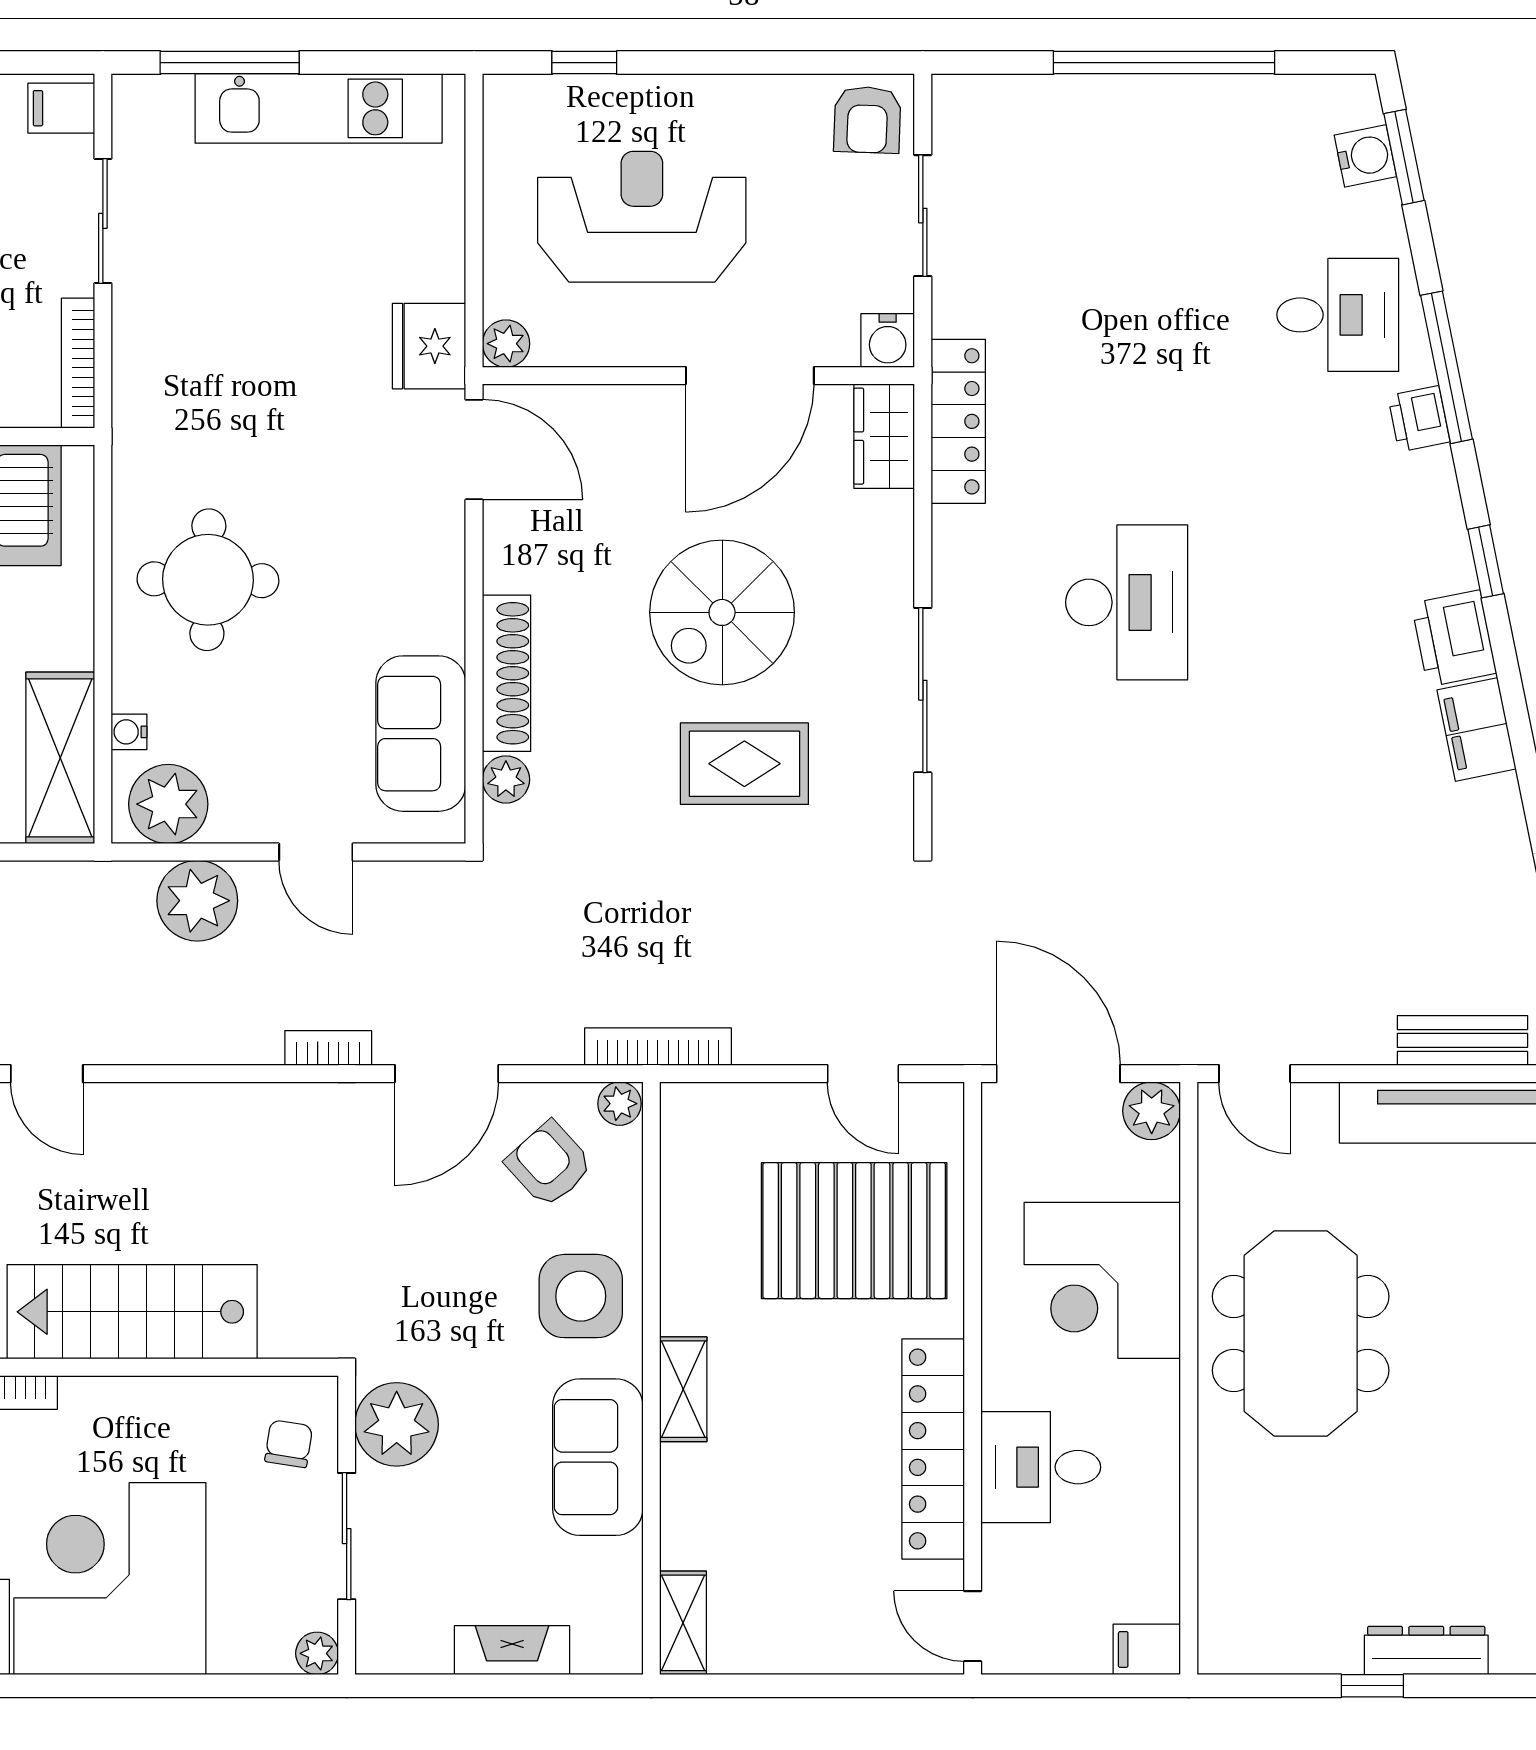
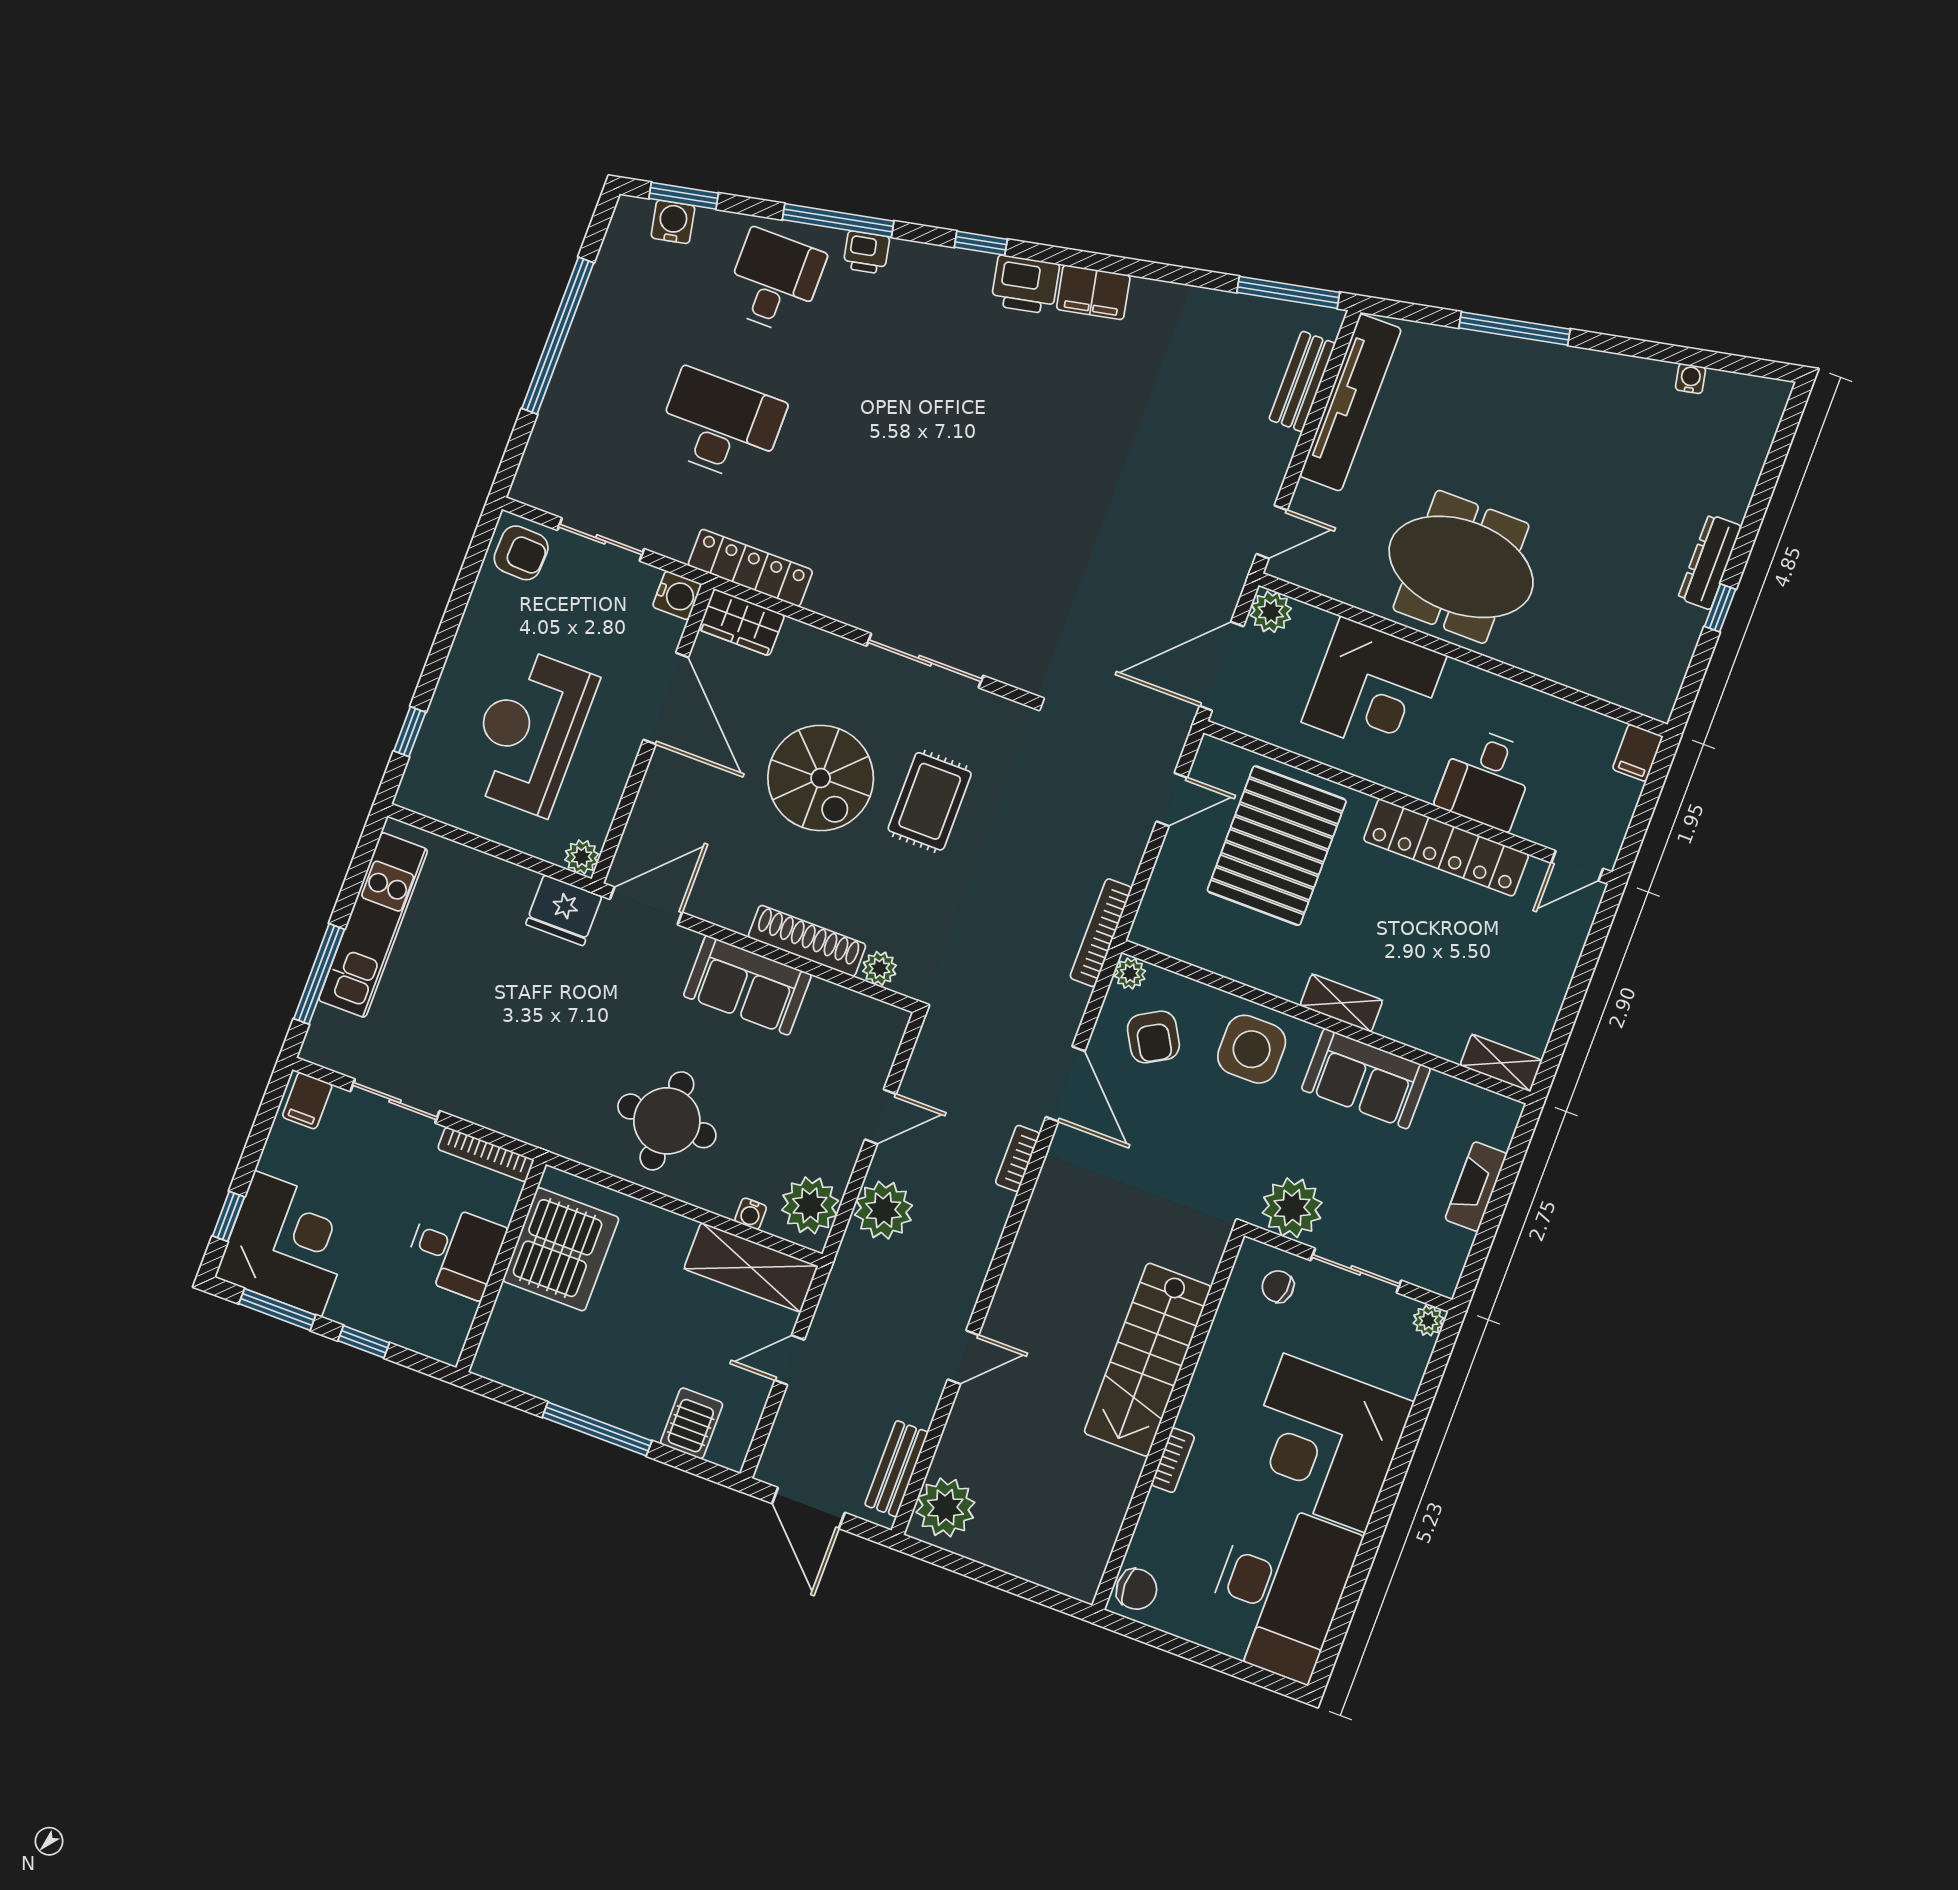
desk: (1127, 602) -> (721, 426), moved
sofa: (421, 734) -> (747, 985), moved
armchair: (549, 1164) -> (1153, 1037), turned -78

